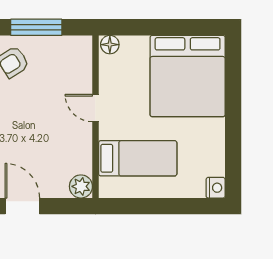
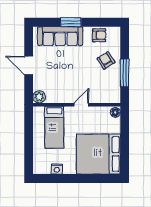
nightstand: (216, 188) -> (57, 169), moved
door: (22, 206) -> (29, 65), swing flipped

